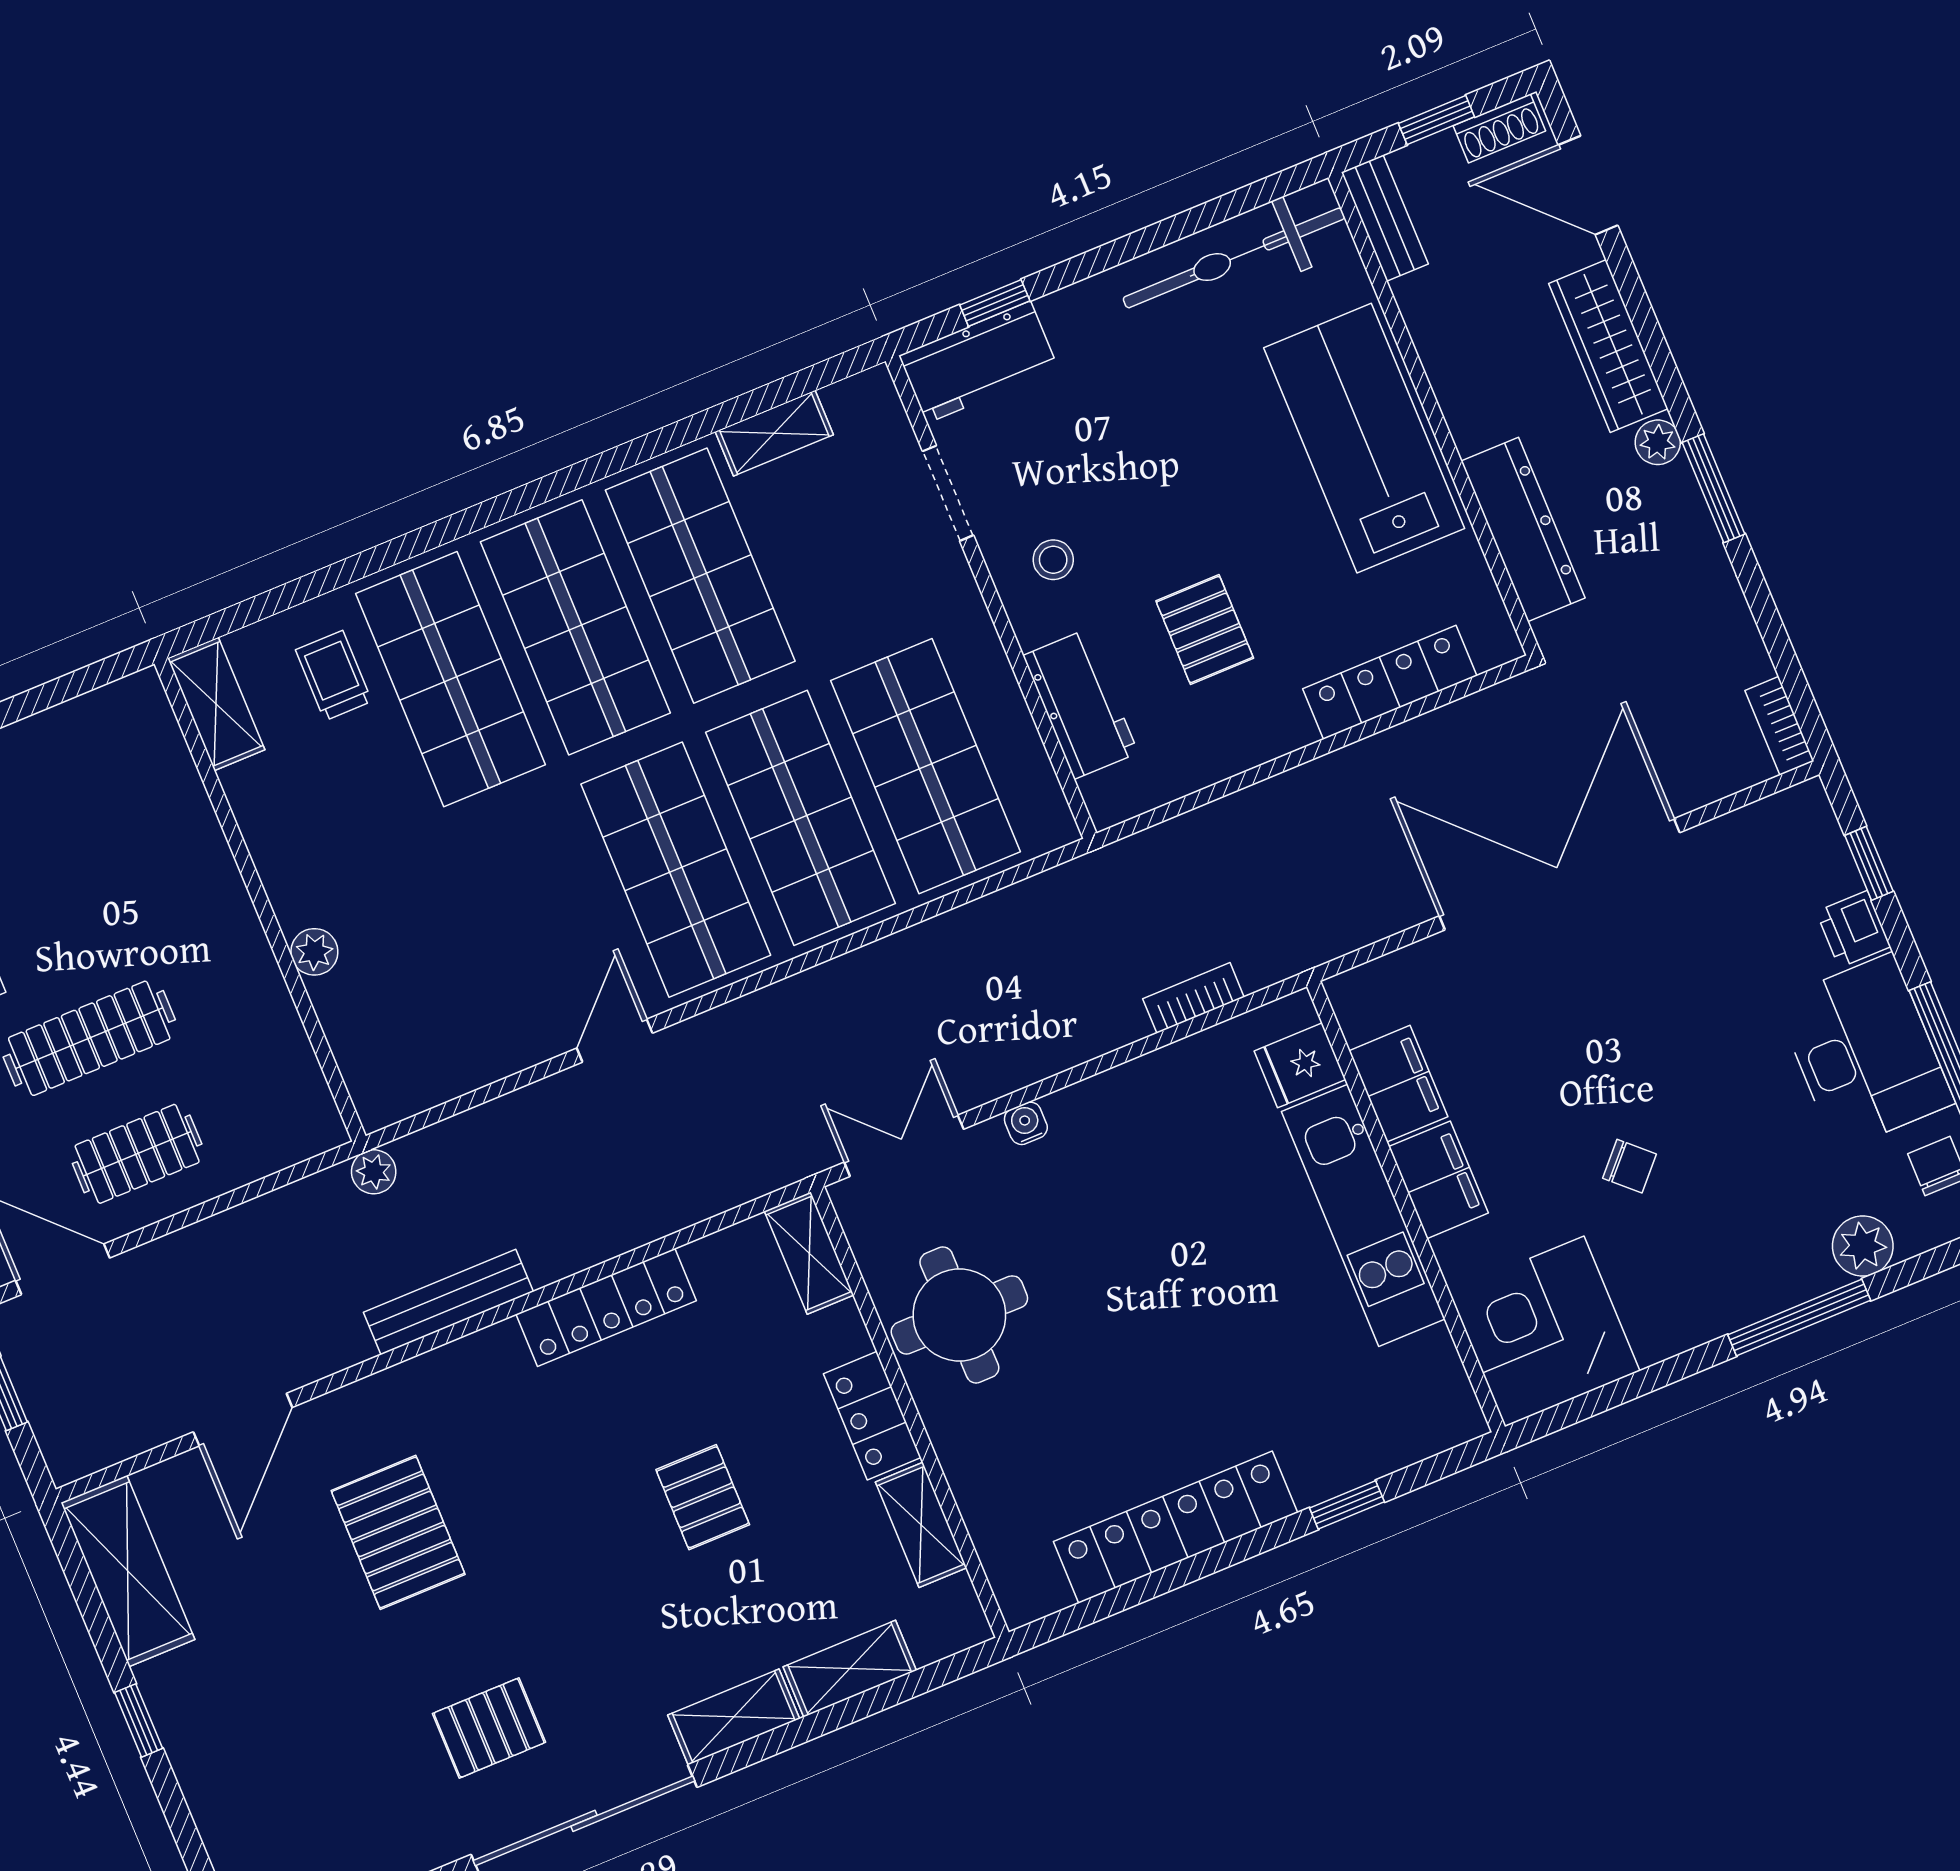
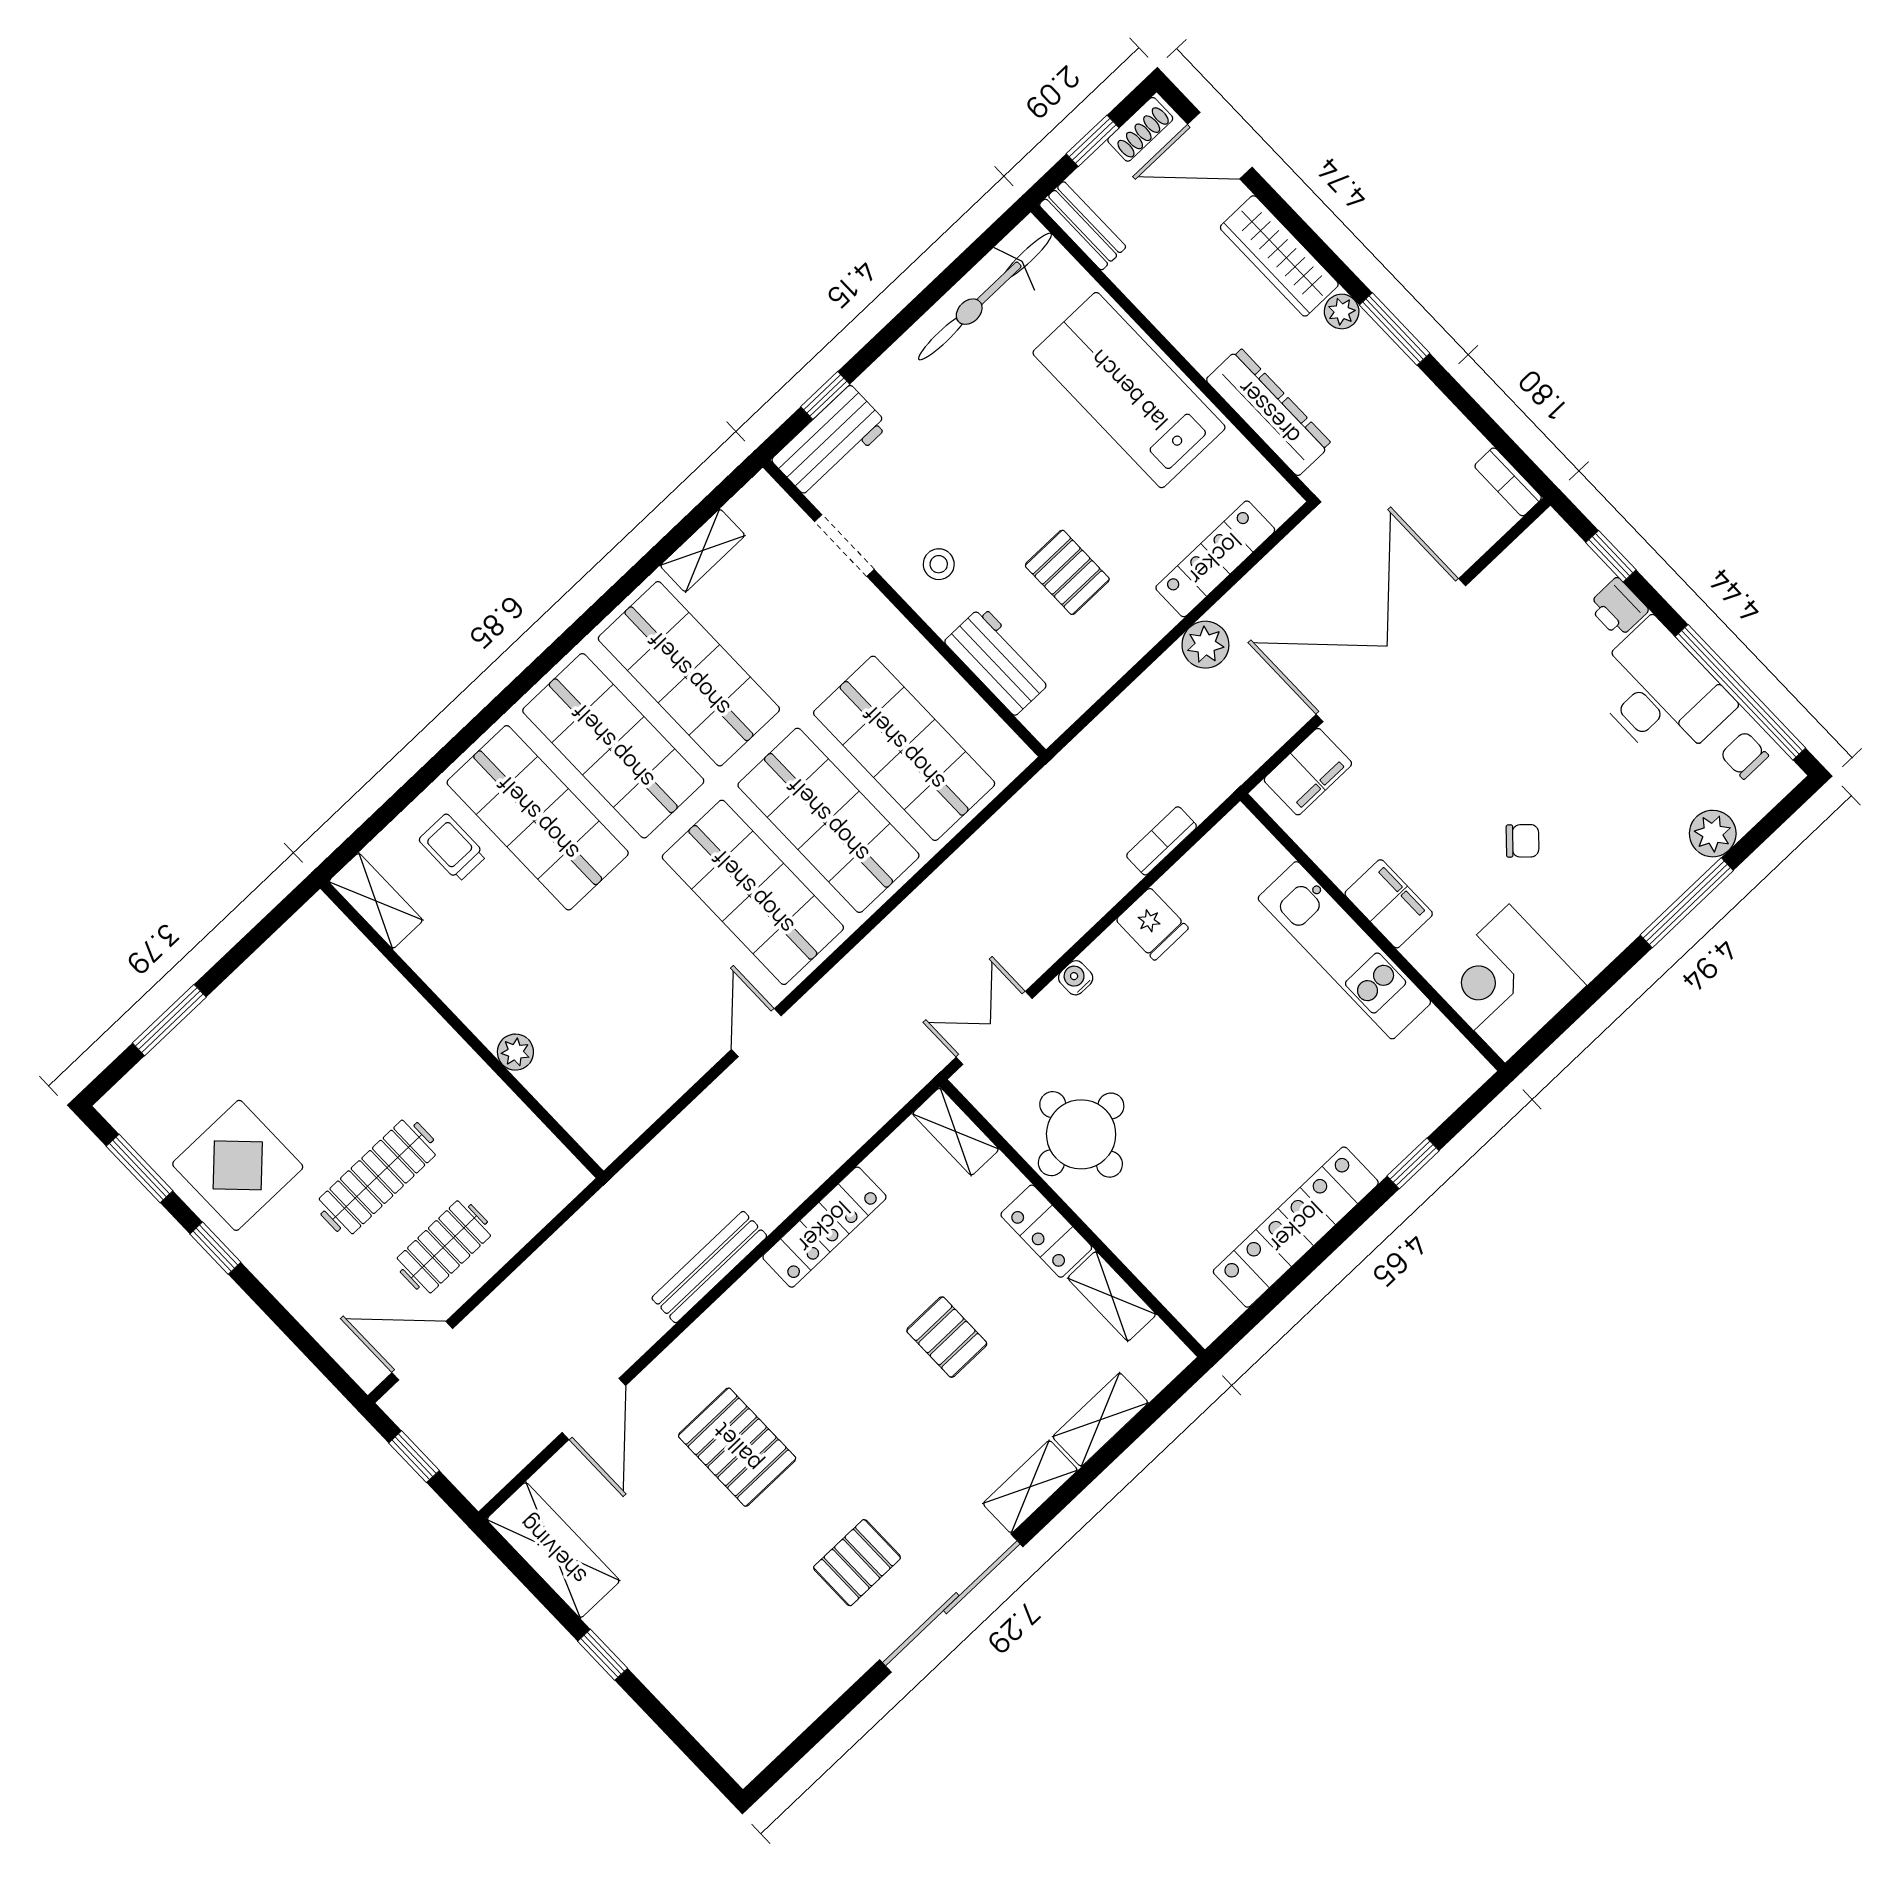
fridge: (1300, 1065) -> (1152, 924), moved, turned -90
filing cabinet: (1398, 1084) -> (1308, 772), moved, turned 90
plant: (374, 1172) -> (1205, 645), moved, width x1.38, depth x1.38

